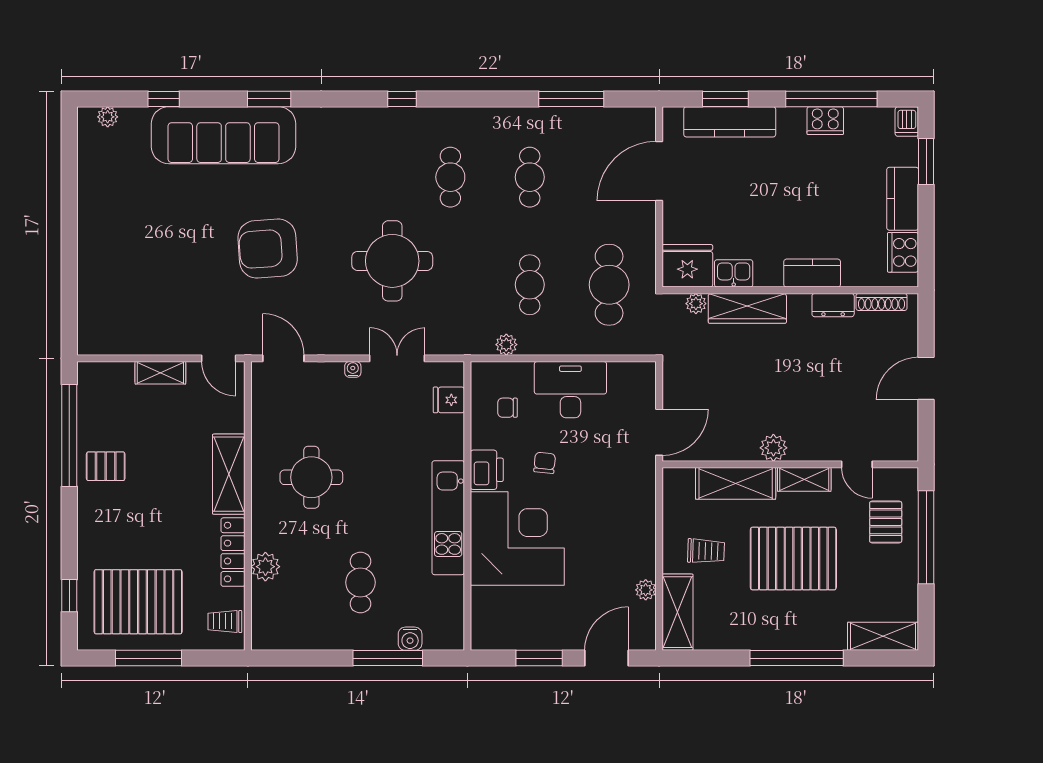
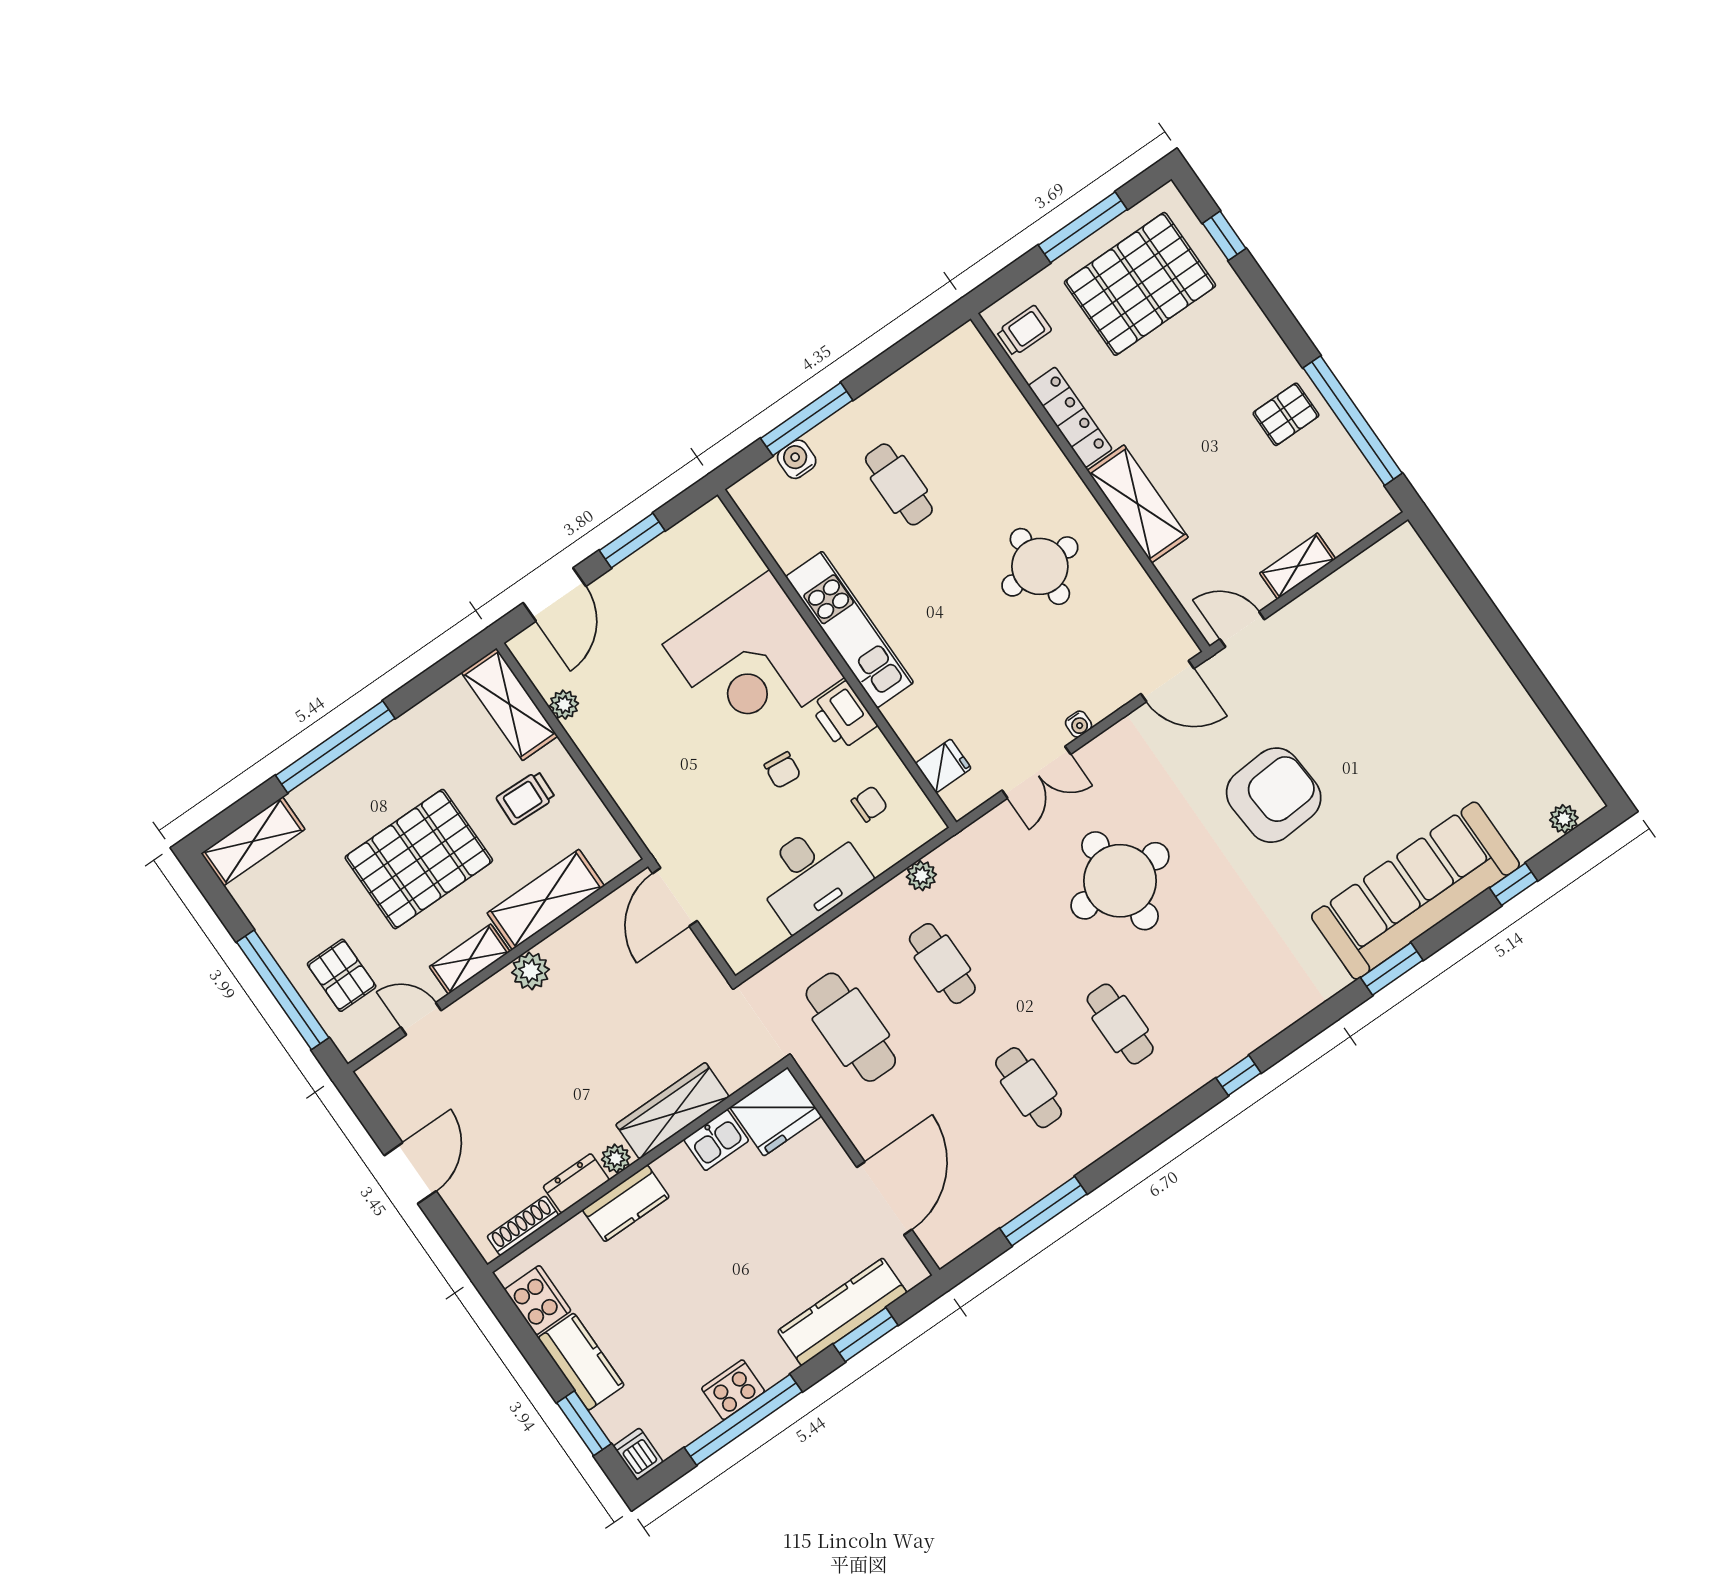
plant: (696, 304) -> (616, 1158), moved
plant: (265, 567) -> (1021, 427), removed

